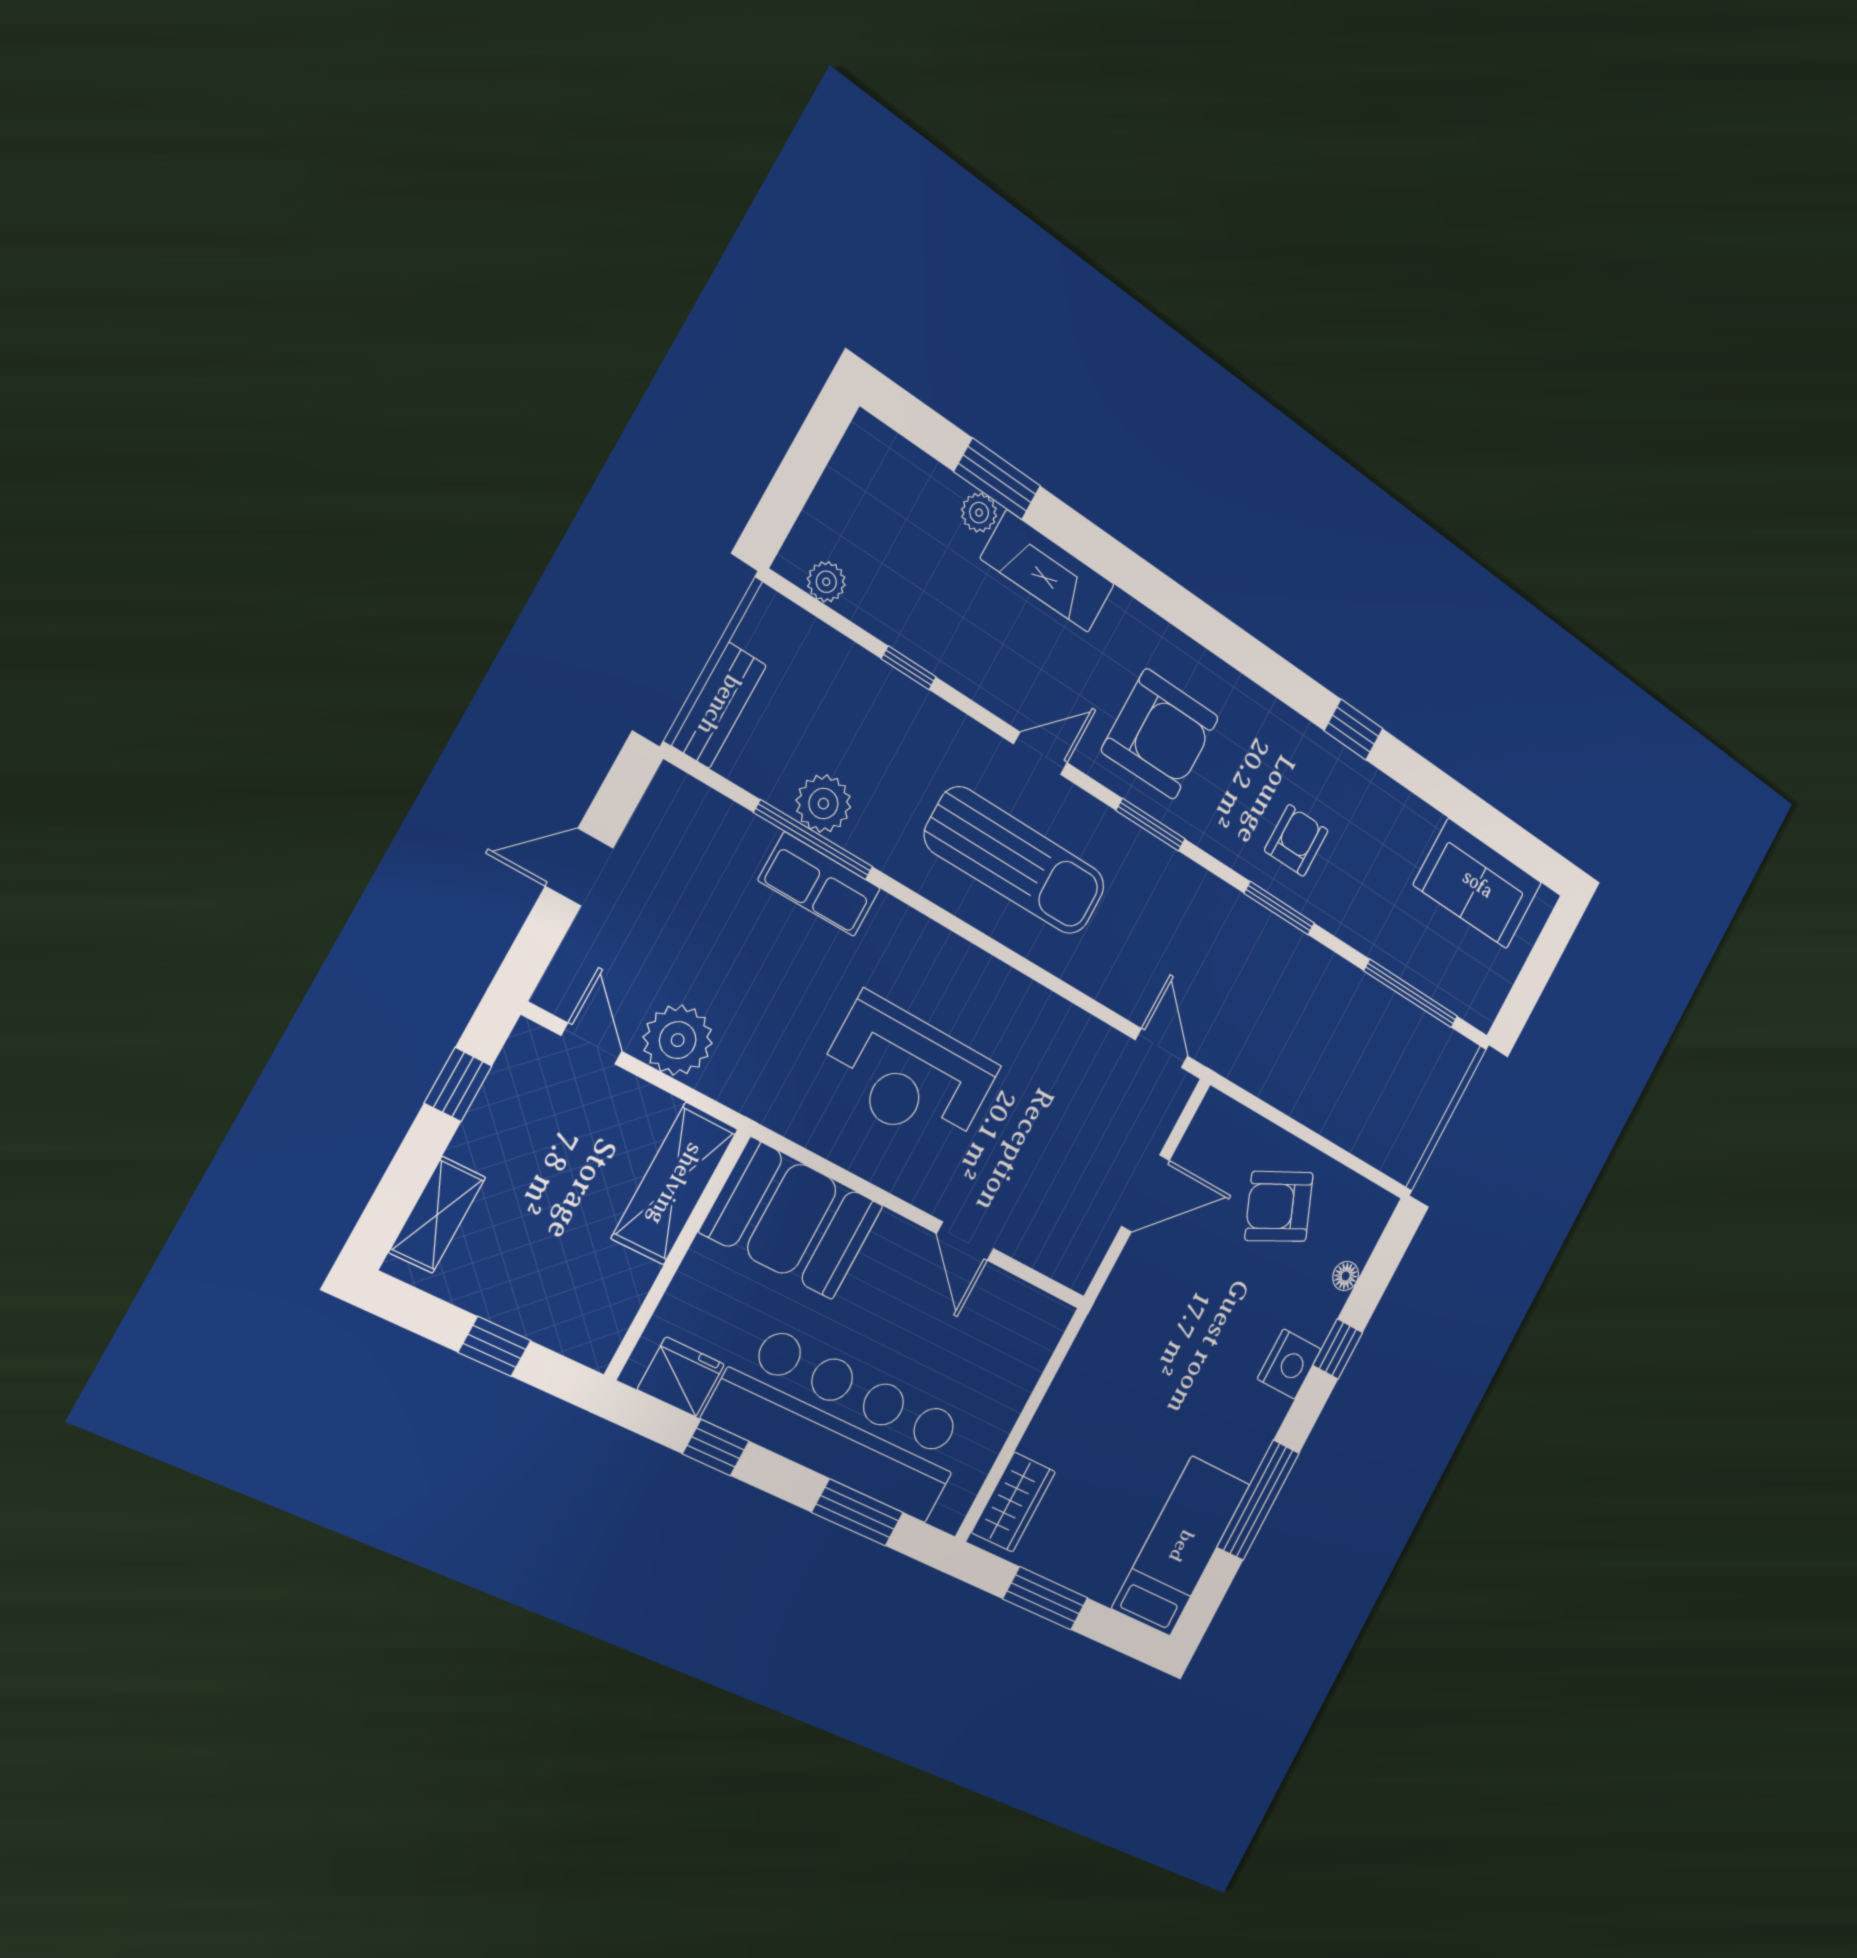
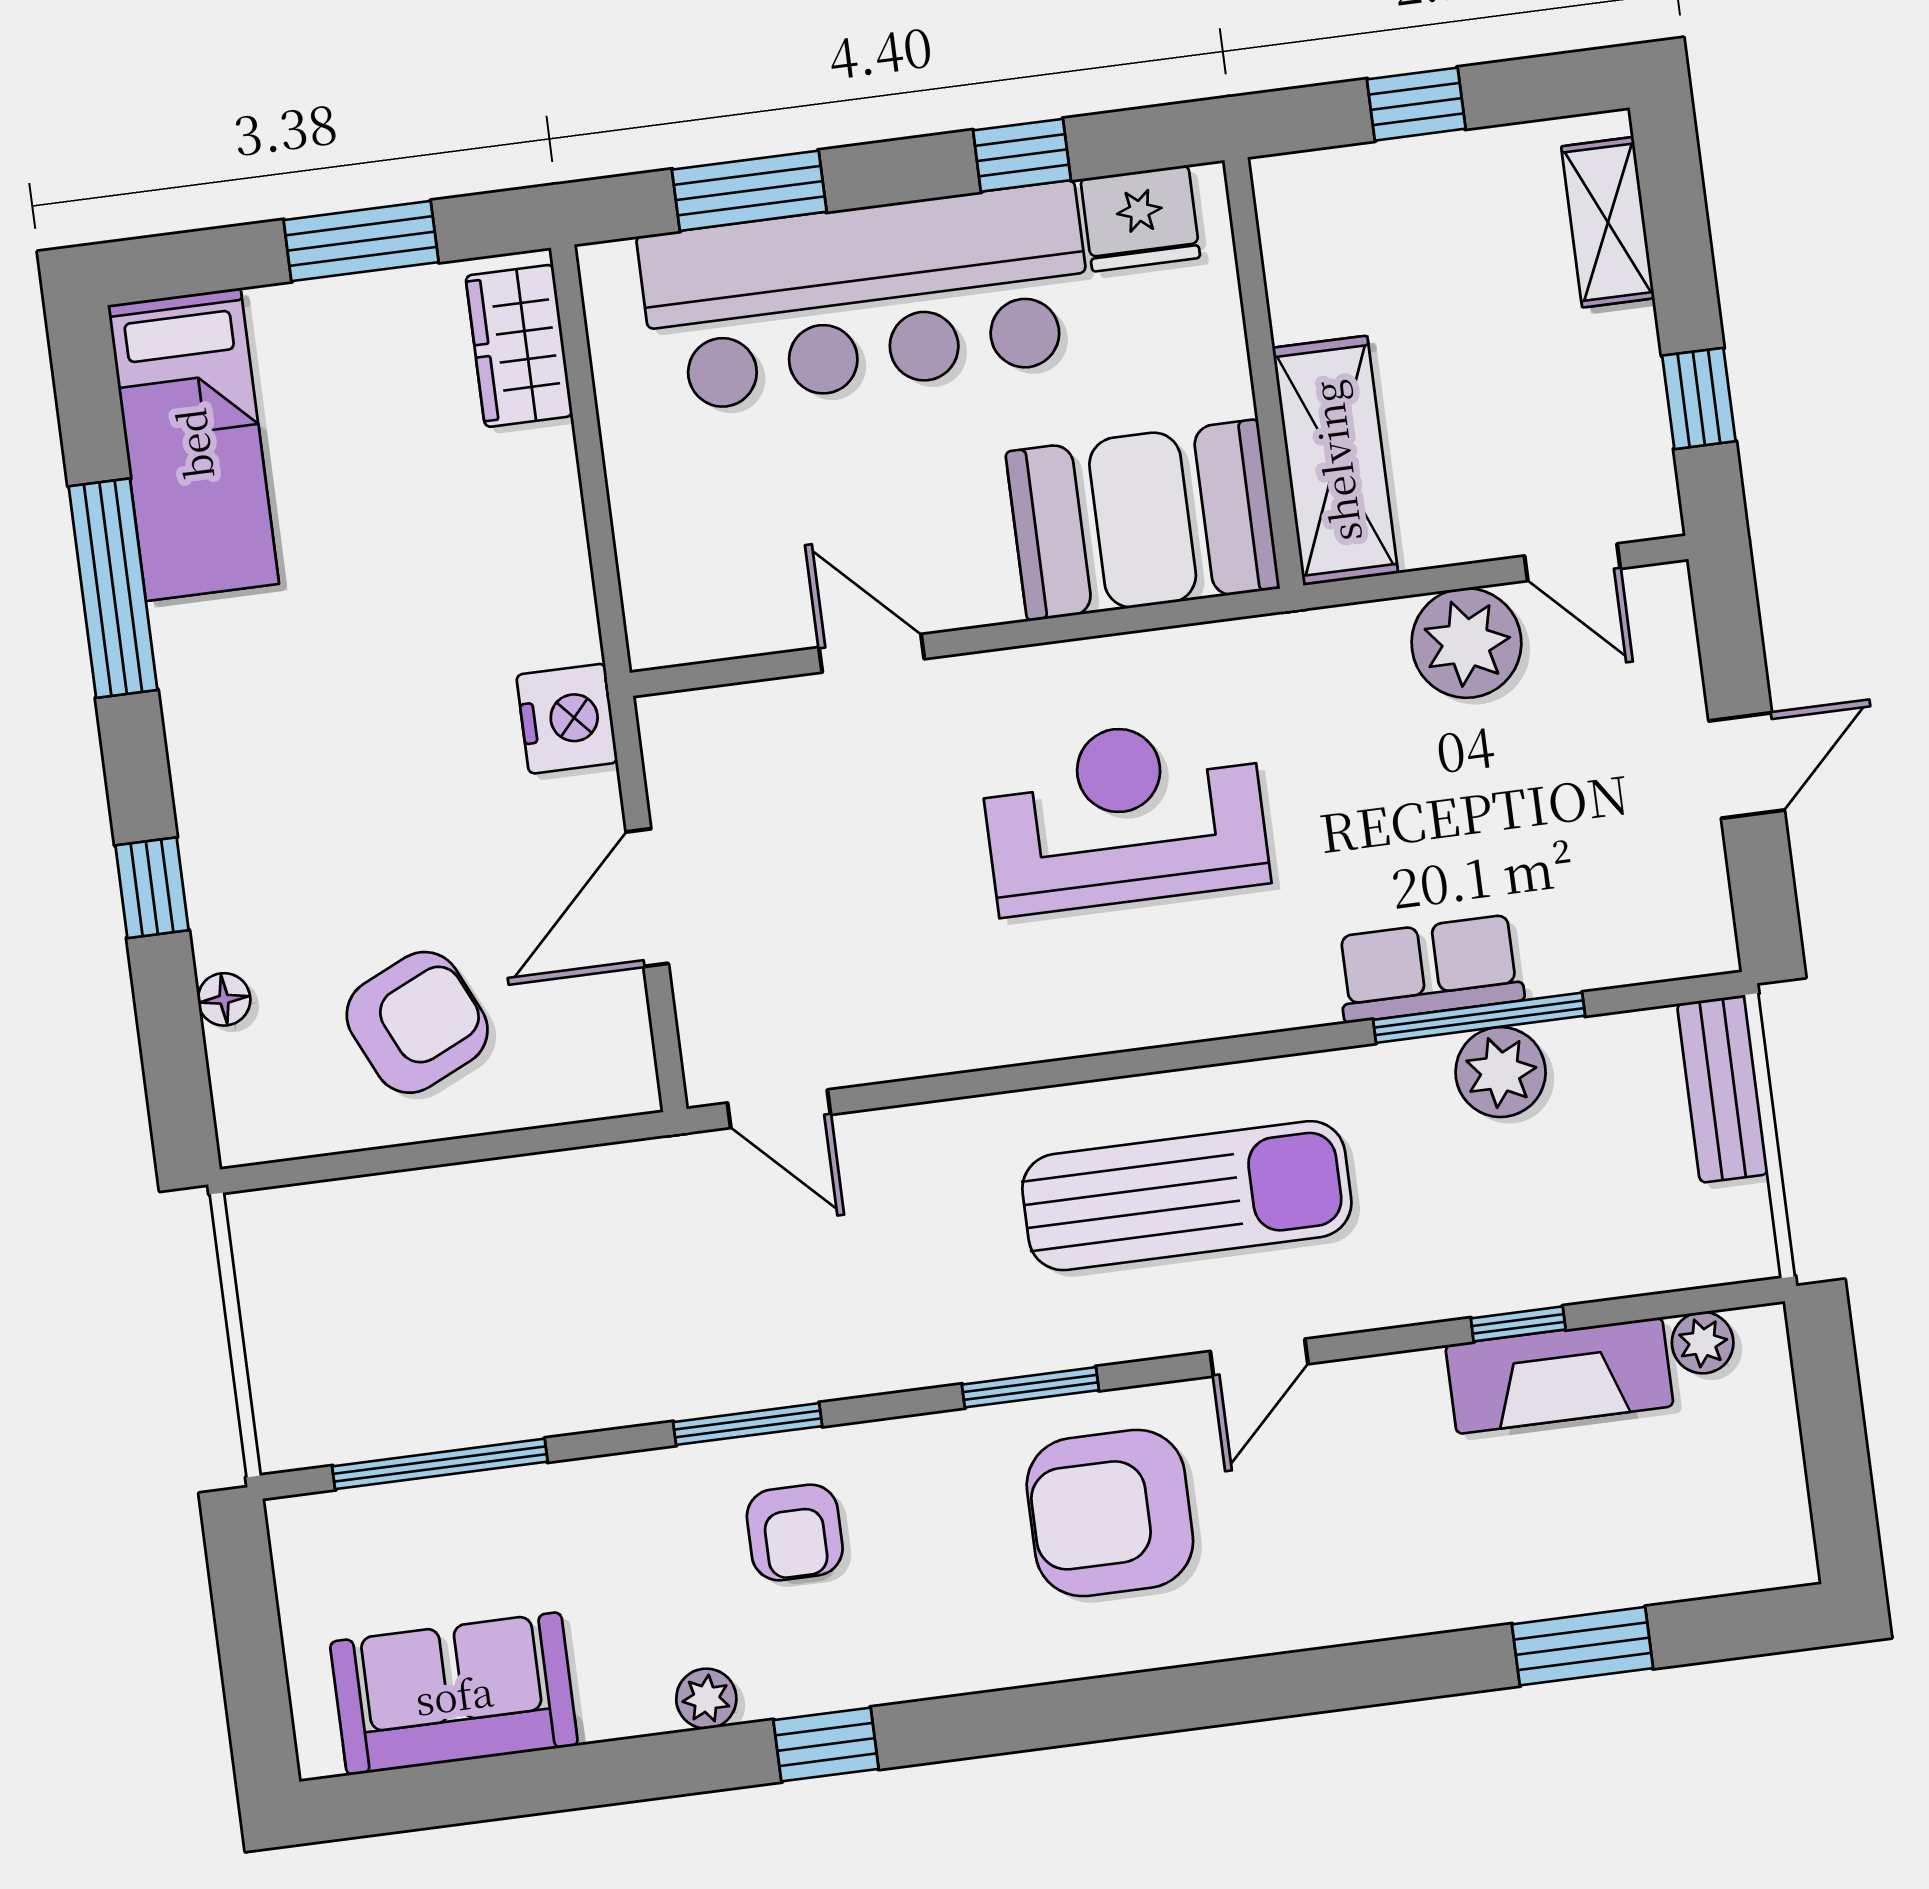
plant: (979, 513) -> (706, 1699), moved
fireplace: (1048, 571) -> (1559, 1376), moved, turned 180
sun lounger: (1015, 861) -> (1187, 1196), turned 180
nightstand: (1289, 1364) -> (567, 719), moved, turned 180

